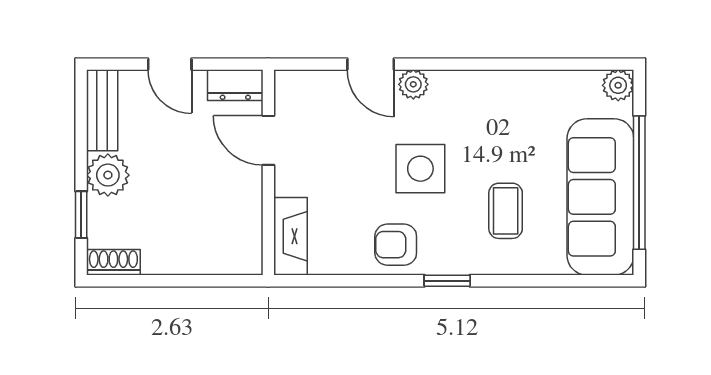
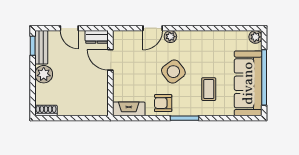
door: (371, 64) -> (153, 28), hinge flipped
side table: (420, 169) -> (173, 72), turned -37
window: (81, 215) -> (33, 46), moved
fireplace: (291, 236) -> (129, 109), moved, turned -90
window: (447, 281) -> (184, 118), width x1.50

